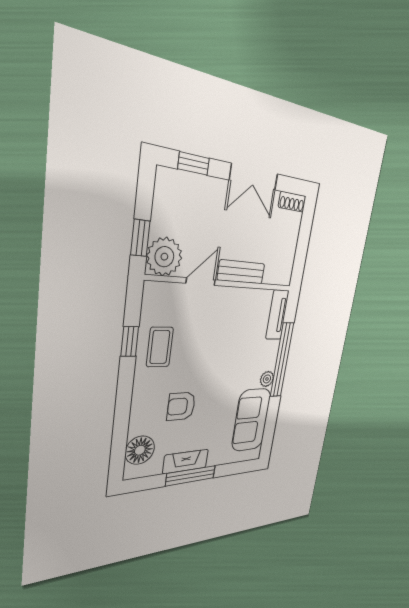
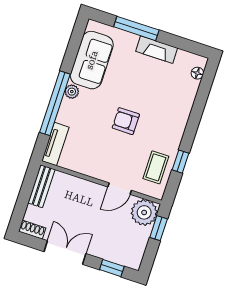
bench: (241, 272) -> (41, 186), moved, turned 90
coffee table: (160, 347) -> (156, 167), moved
armchair: (181, 406) -> (126, 121), moved, turned 180
floor lamp: (140, 450) -> (197, 73), width x0.53, depth x0.53
window: (191, 476) -> (136, 28), moved

